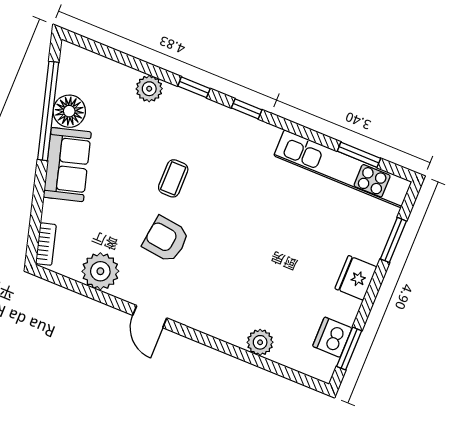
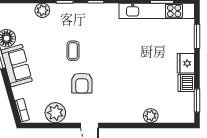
armchair: (166, 239) -> (82, 83), turned -97
dishwasher: (332, 337) -> (186, 83), moved

